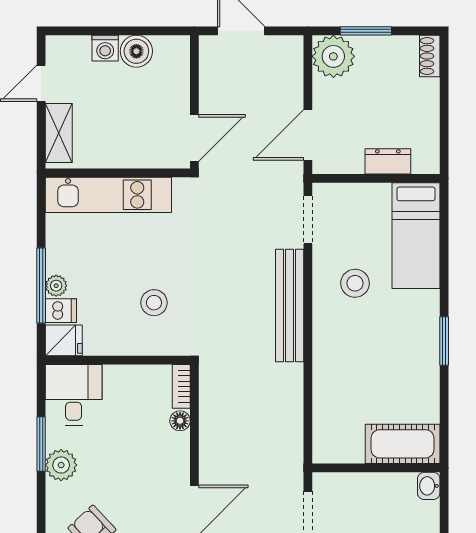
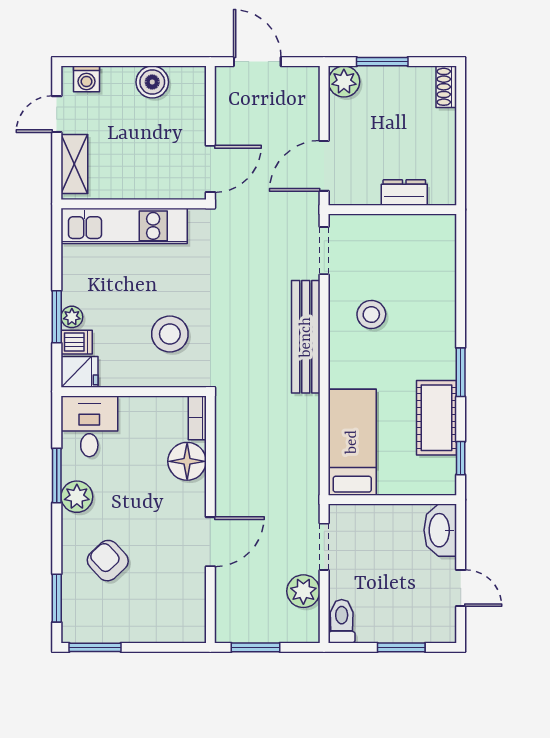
washing machine: (105, 48) -> (86, 79), moved
plant: (333, 56) -> (344, 82), width x0.73, depth x0.73
bed: (416, 236) -> (352, 442), moved, turned 180
window: (41, 286) -> (57, 317), width x0.69
stool: (154, 303) -> (170, 334), width x1.38, depth x1.38
floor lamp: (180, 421) -> (187, 461), width x1.89, depth x1.89
window: (444, 427) -> (461, 458), added
cot: (403, 444) -> (436, 418), moved, turned 90
washbasin: (429, 486) -> (440, 530), width x1.91, depth x1.45

